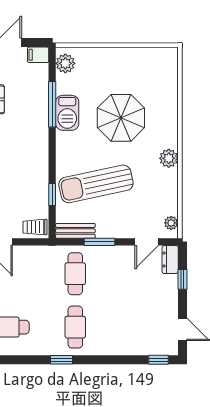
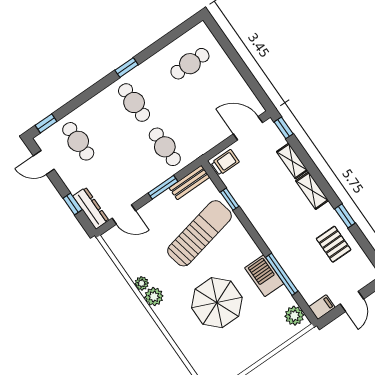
plant: (171, 223) -> (142, 283), moved
door: (147, 242) -> (124, 214), swing flipped
dresser: (170, 260) -> (91, 208), width x1.44
cafe table: (143, 327) -> (78, 141), added

